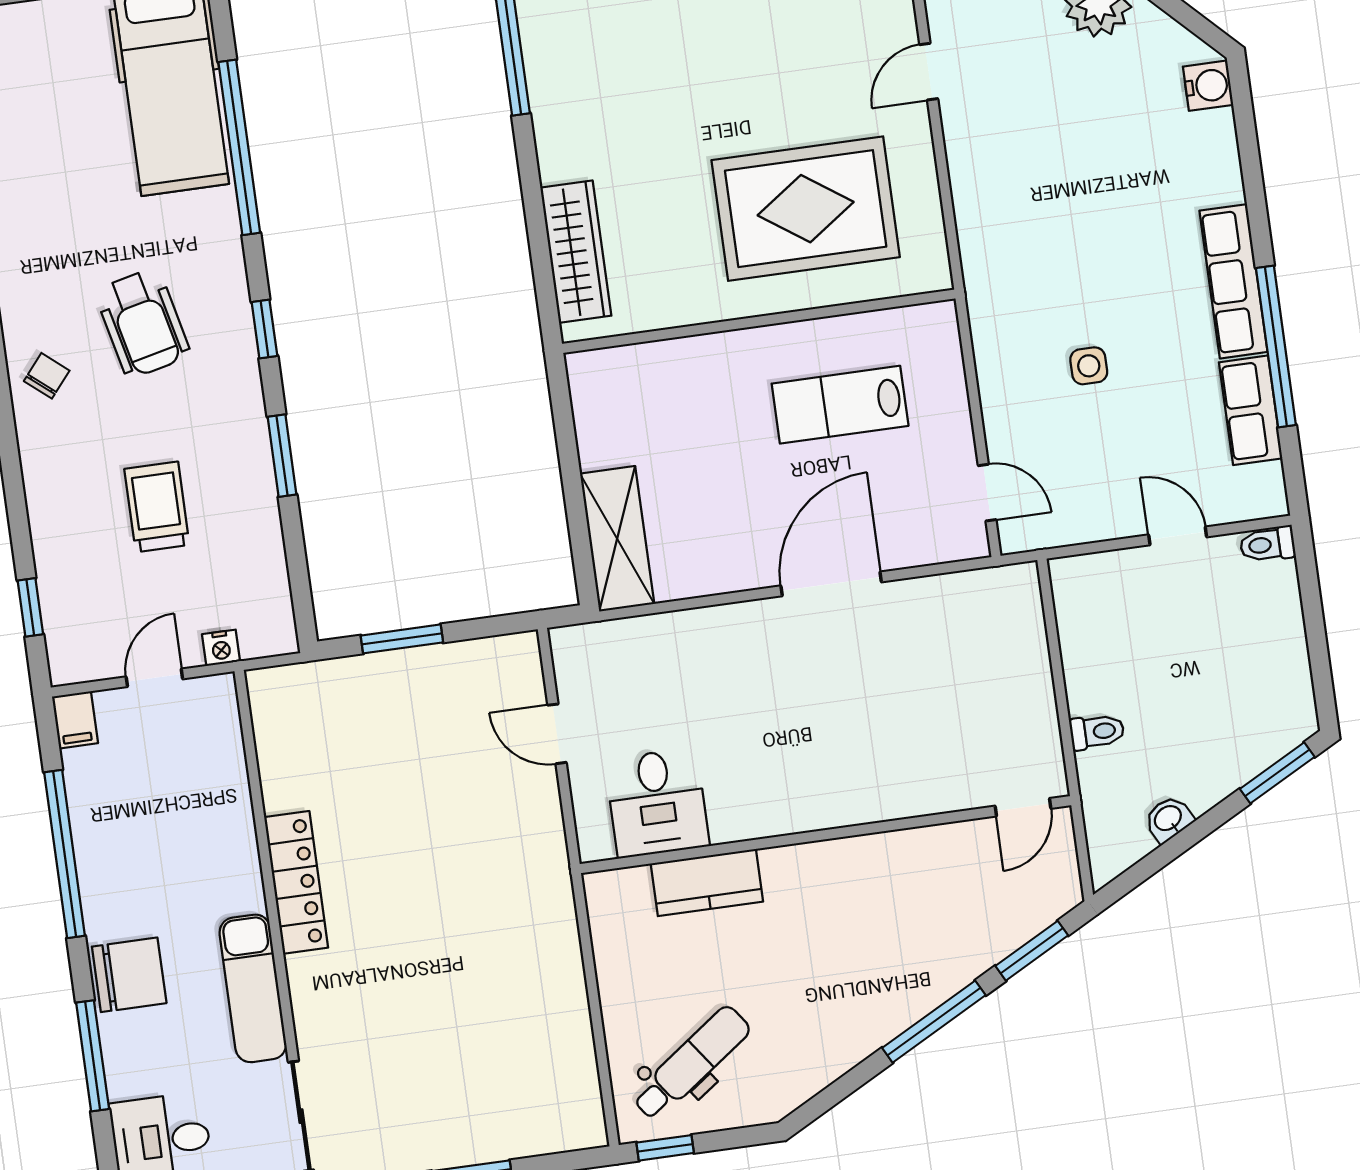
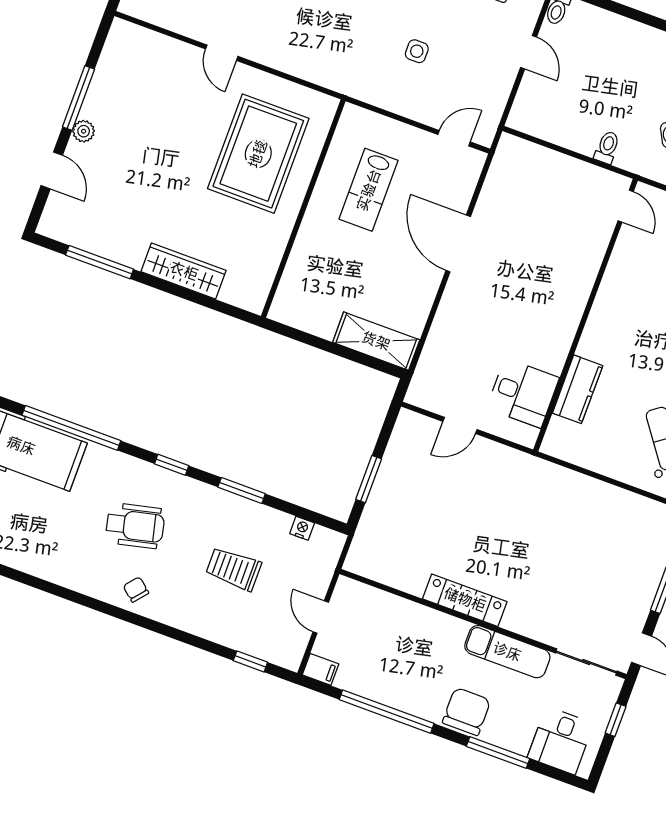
wardrobe: (576, 252) -> (184, 271), moved
door: (1178, 536) -> (529, 52), swing flipped
nightstand: (221, 648) -> (302, 528), moved, turned -90

